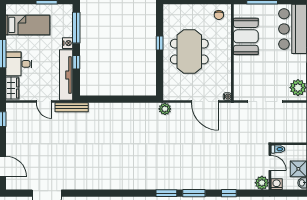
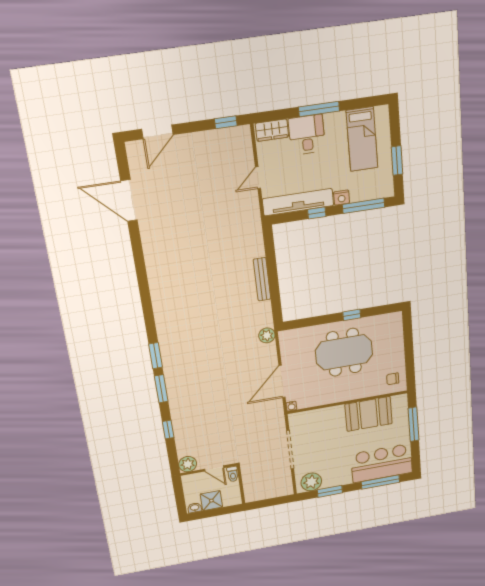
bench: (72, 107) -> (262, 279), moved
door: (270, 163) -> (214, 468), hinge flipped
washing machine: (277, 184) -> (189, 481), removed

